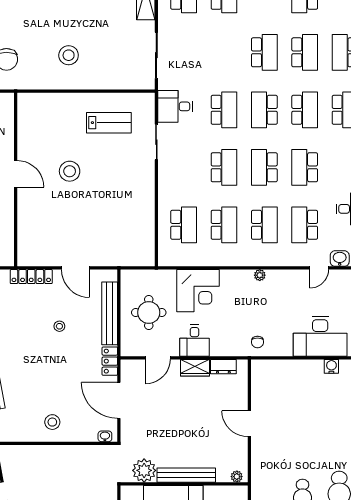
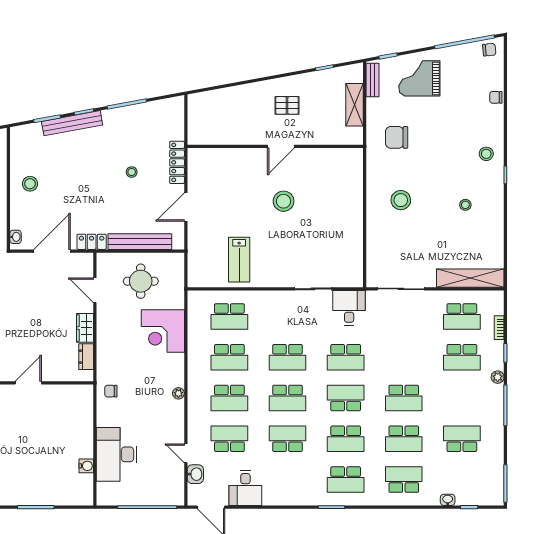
lab bench: (109, 123) -> (239, 260), moved
school desk: (264, 167) -> (288, 398), turned 180
stool: (59, 326) -> (132, 172), moved
desk: (194, 341) -> (112, 327), removed

